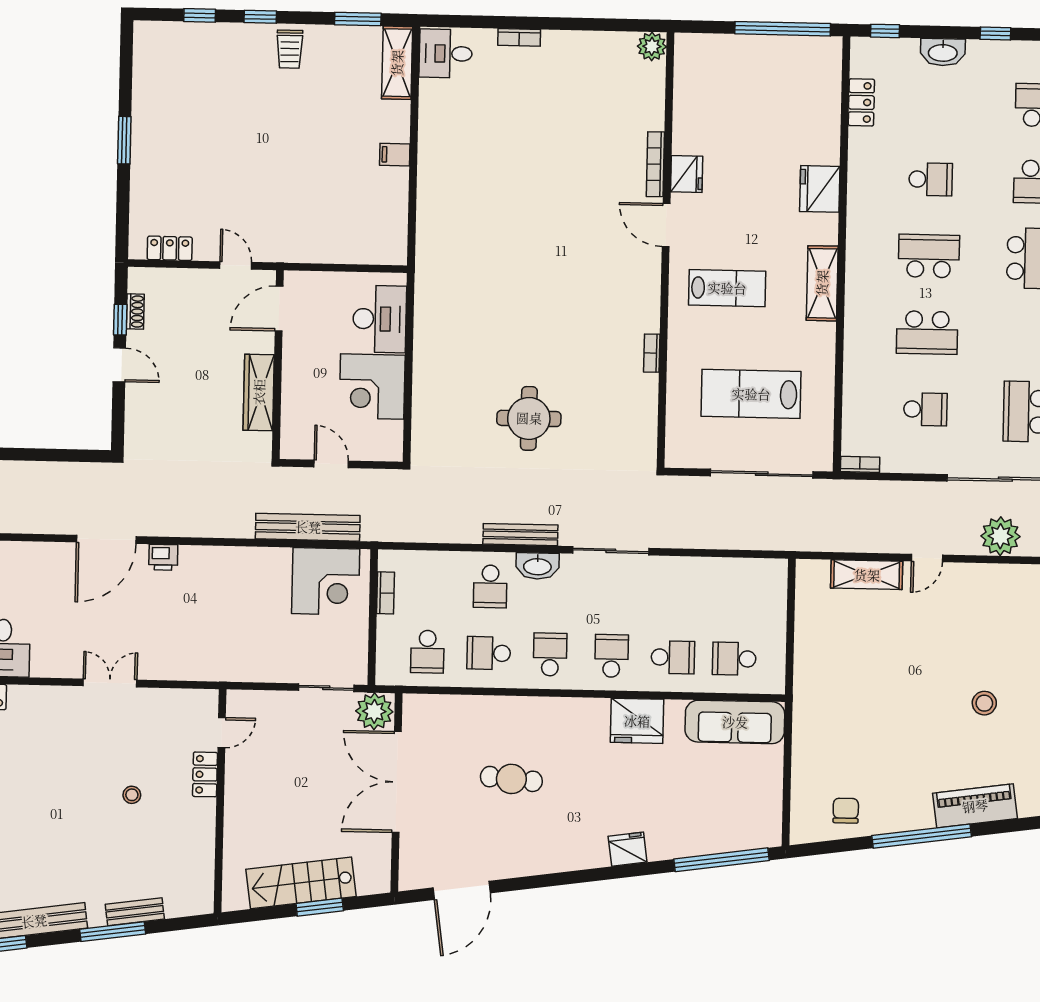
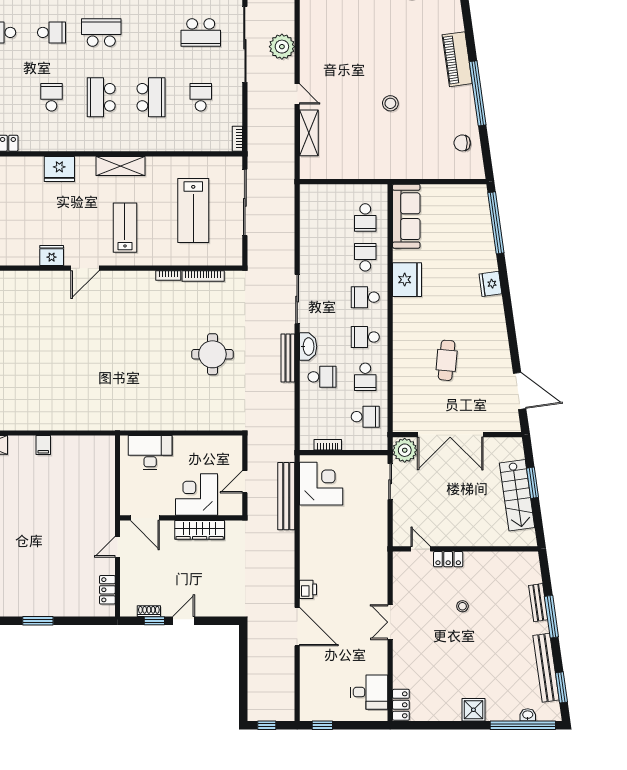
bookcase: (655, 164) -> (203, 276), moved
corner desk: (372, 387) -> (196, 495), moved, turned 180
stool: (984, 703) -> (390, 103), moved

